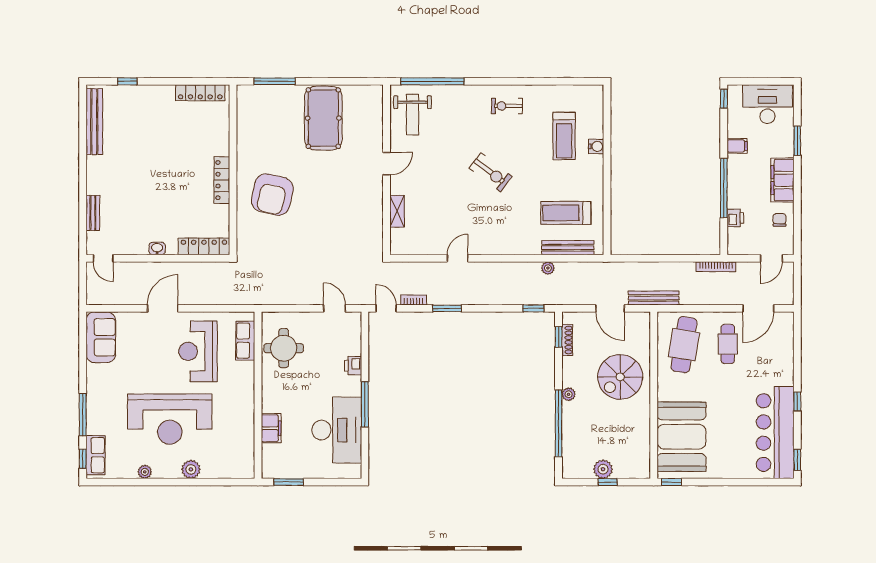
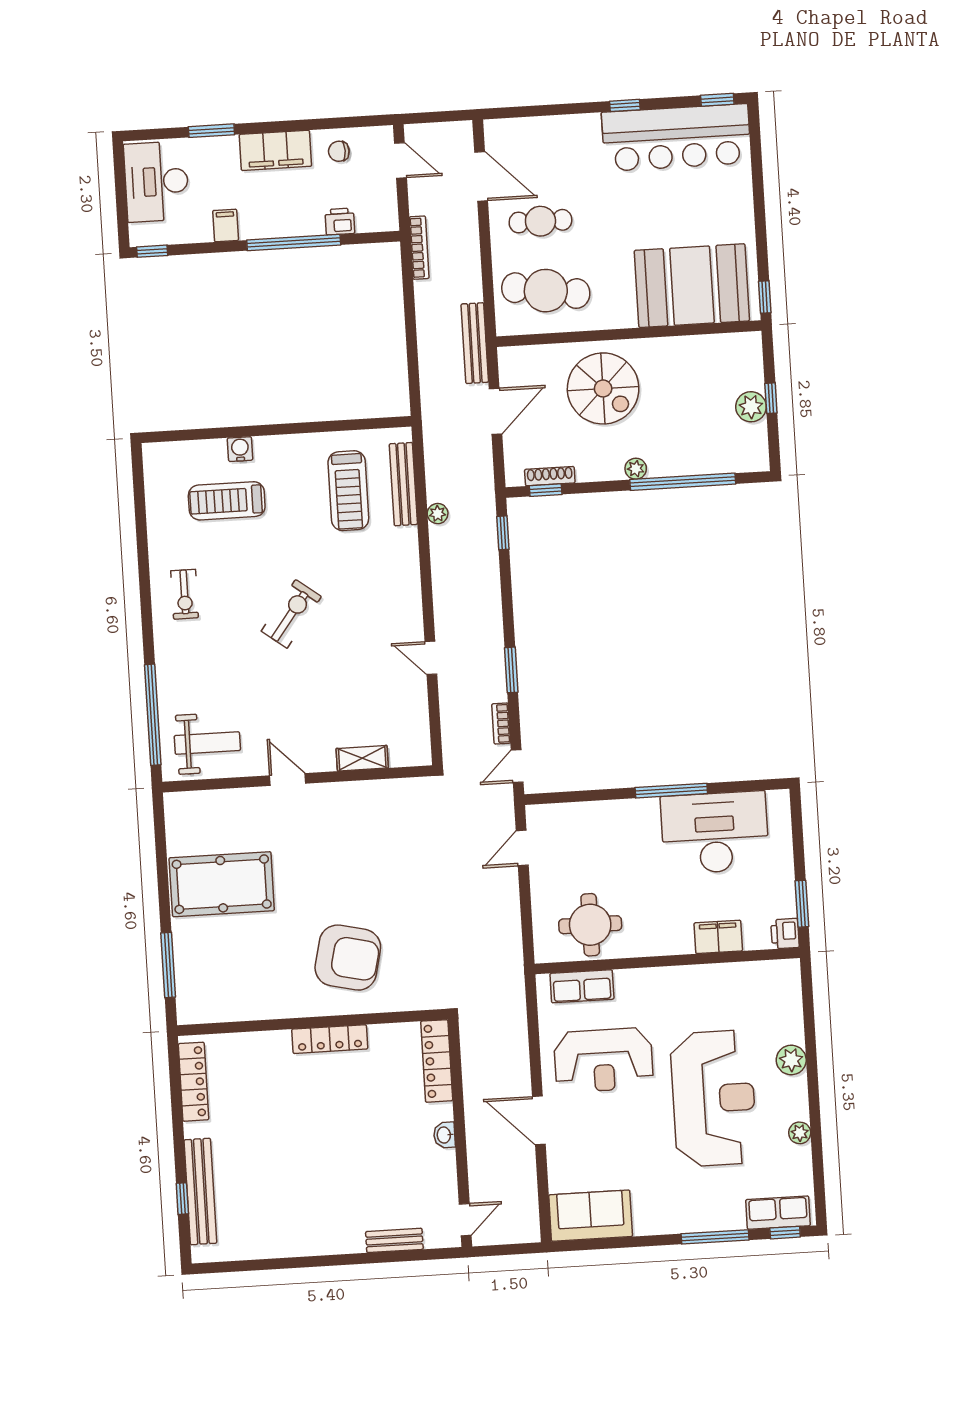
bench: (94, 122) -> (200, 1191), moved, turned 90
treadmill: (564, 136) -> (227, 501), turned 180
printer: (353, 366) -> (785, 934), moved, turned 90

